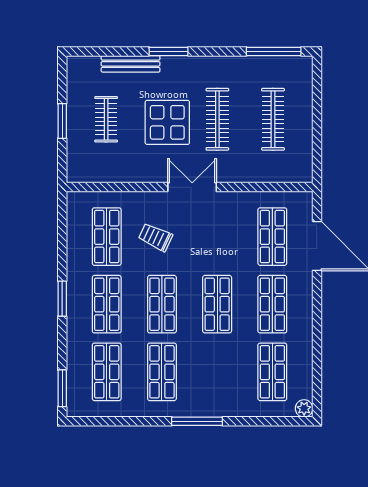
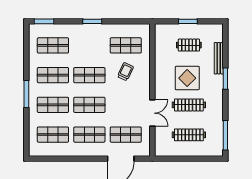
double door: (192, 187) -> (152, 113), moved
shop shelf: (107, 304) -> (53, 105), moved
plant: (304, 408) -> (33, 152), removed

